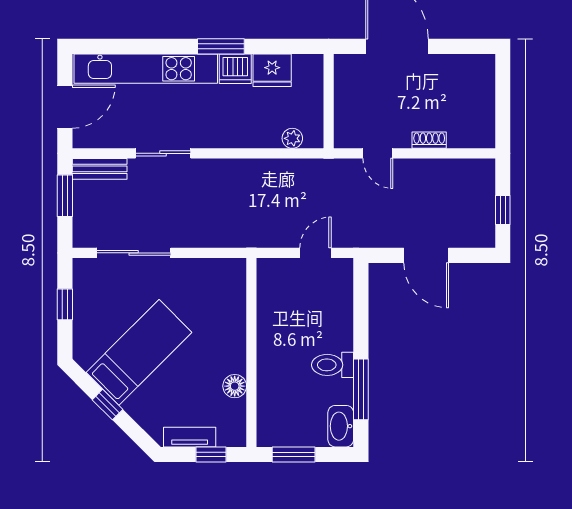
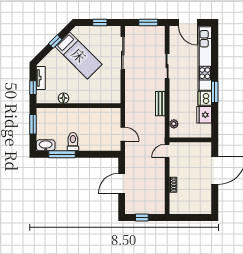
door: (378, 153) -> (167, 151), moved
bench: (100, 169) -> (160, 104), moved

